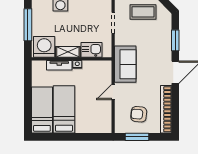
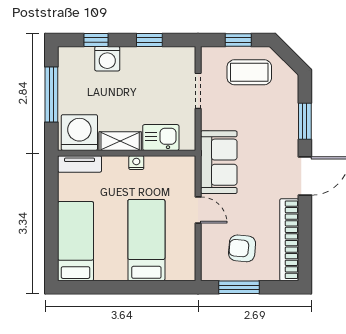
tv unit: (59, 65) -> (80, 164), moved
door: (113, 92) -> (198, 210), swing flipped
bed: (64, 109) -> (146, 240), moved

